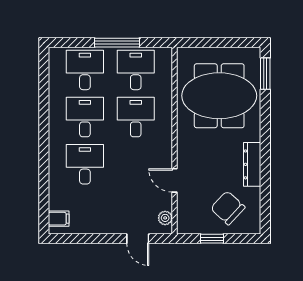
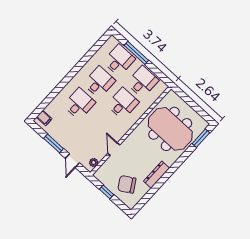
window: (117, 43) -> (136, 53), moved
chair: (228, 208) -> (127, 184), turned -74
window: (97, 239) -> (54, 144), added

